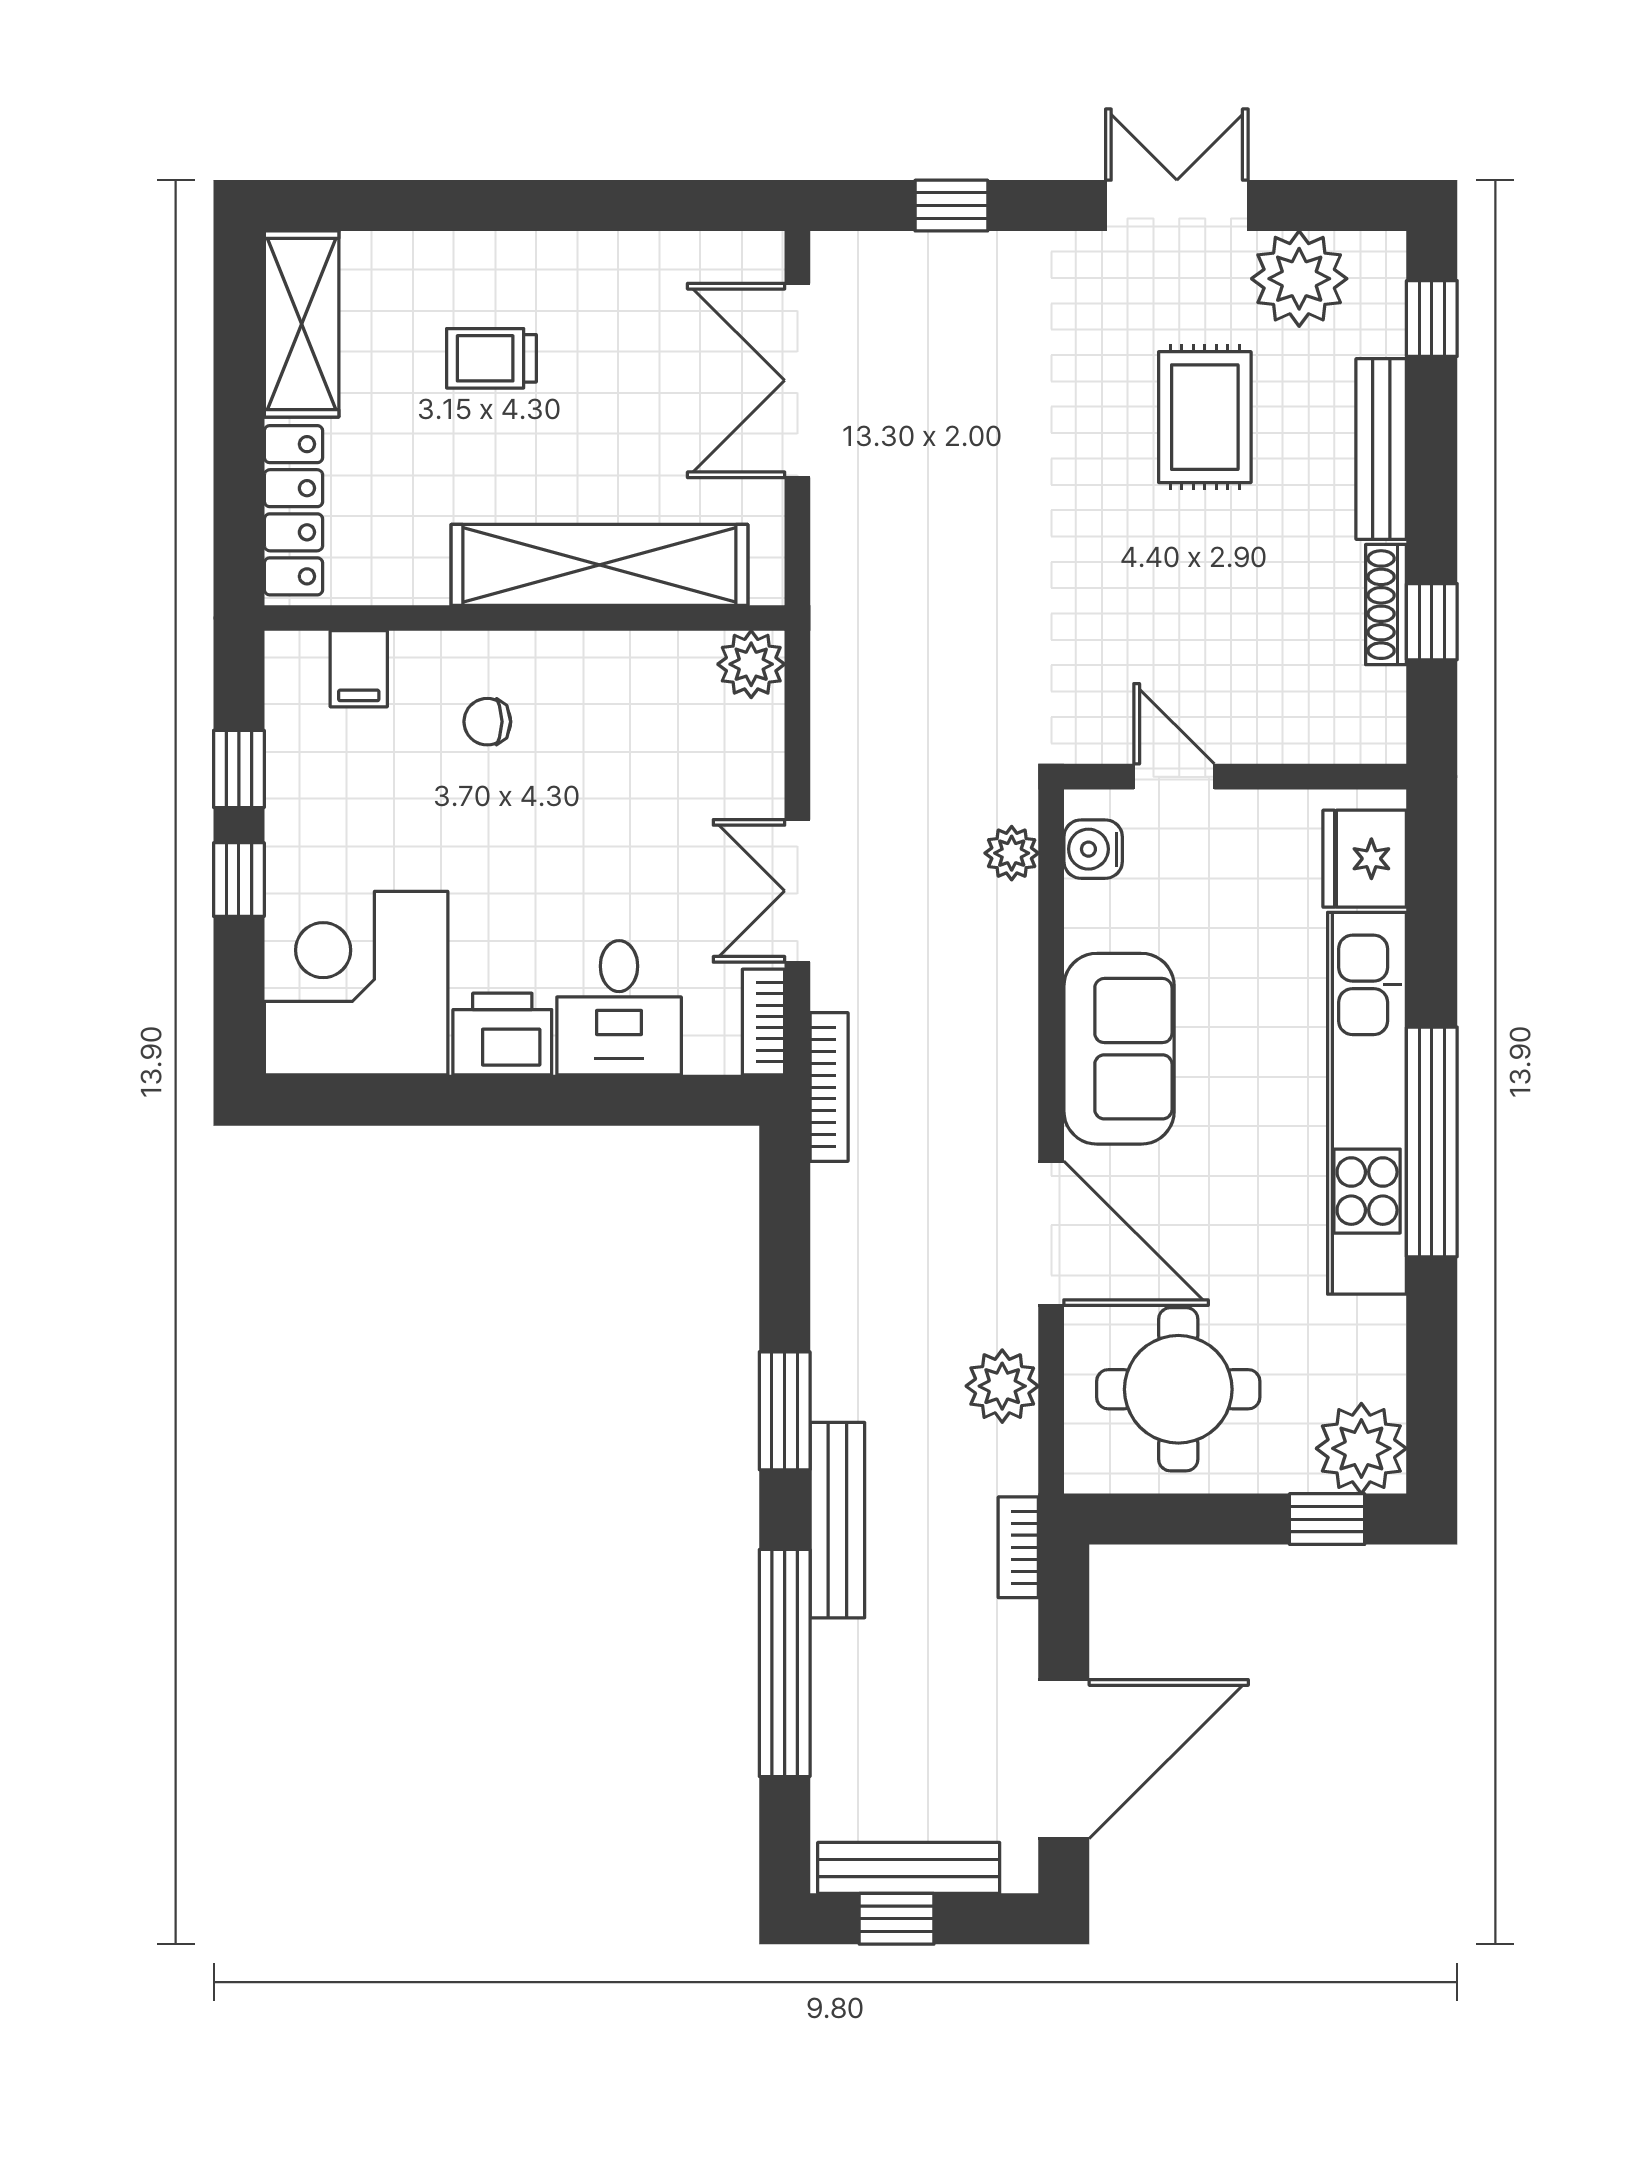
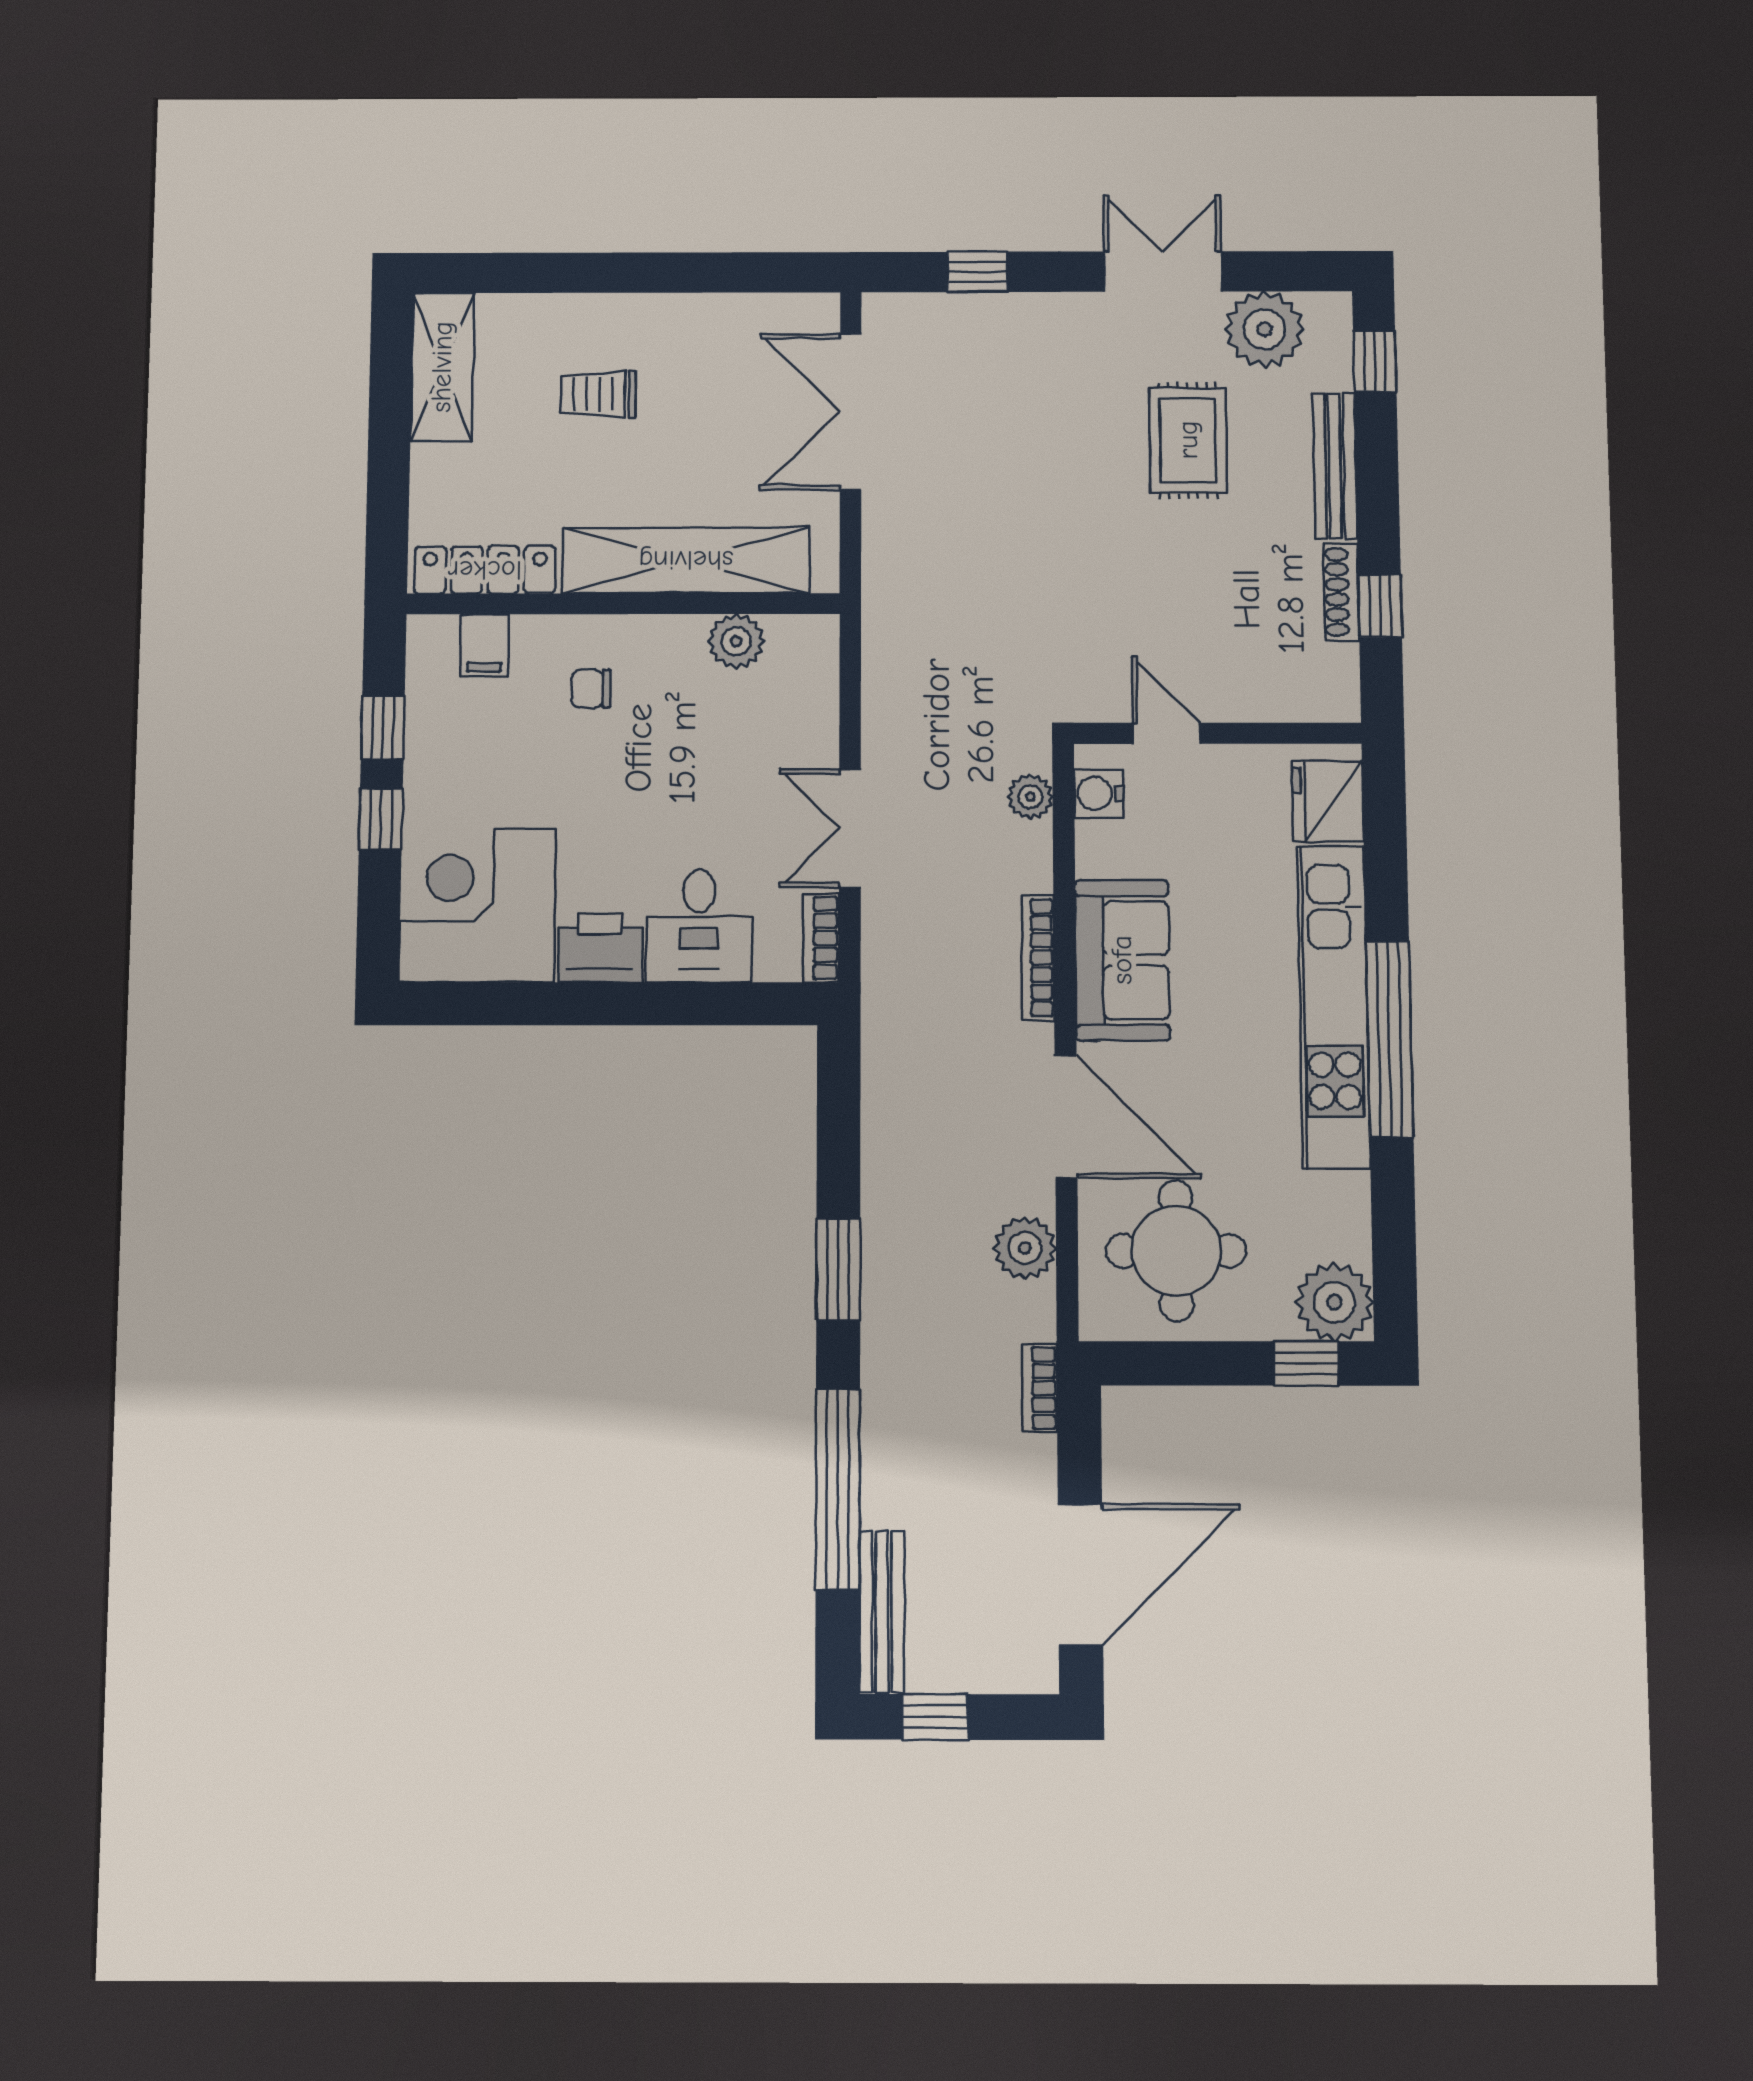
locker: (294, 510) -> (485, 570), moved, turned -90
plant: (751, 664) -> (736, 641), moved
bookcase: (829, 1087) -> (1038, 958), moved, turned 180
bench: (837, 1520) -> (884, 1364), removed
bench: (909, 1868) -> (882, 1611), moved, turned 90

